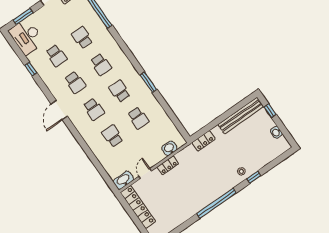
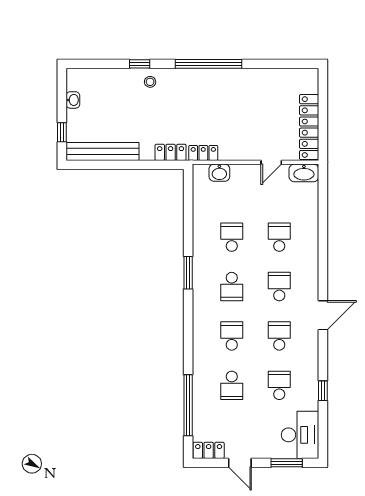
school desk: (113, 136) -> (279, 237), turned 180
locker: (168, 165) -> (203, 153), moved

